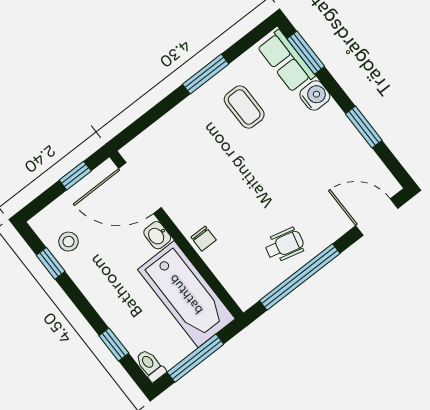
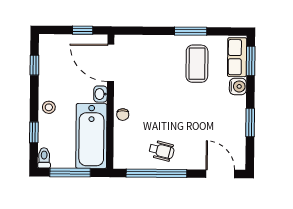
coffee table: (244, 107) -> (197, 64), width x1.36, depth x1.30
stool: (69, 242) -> (49, 107), moved

